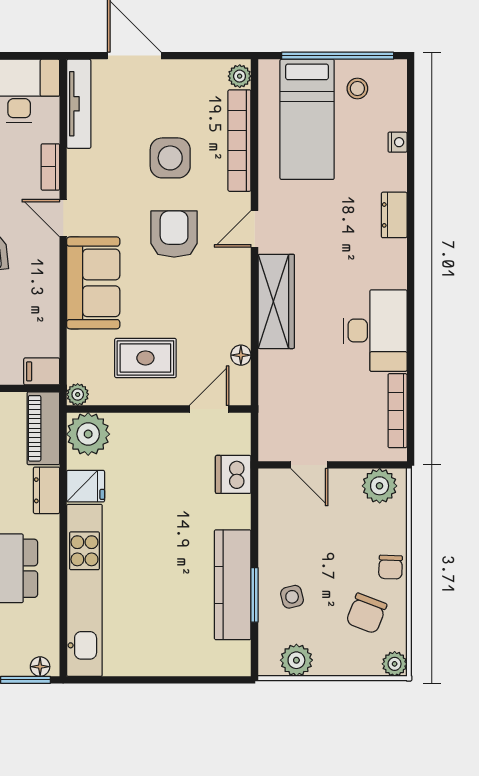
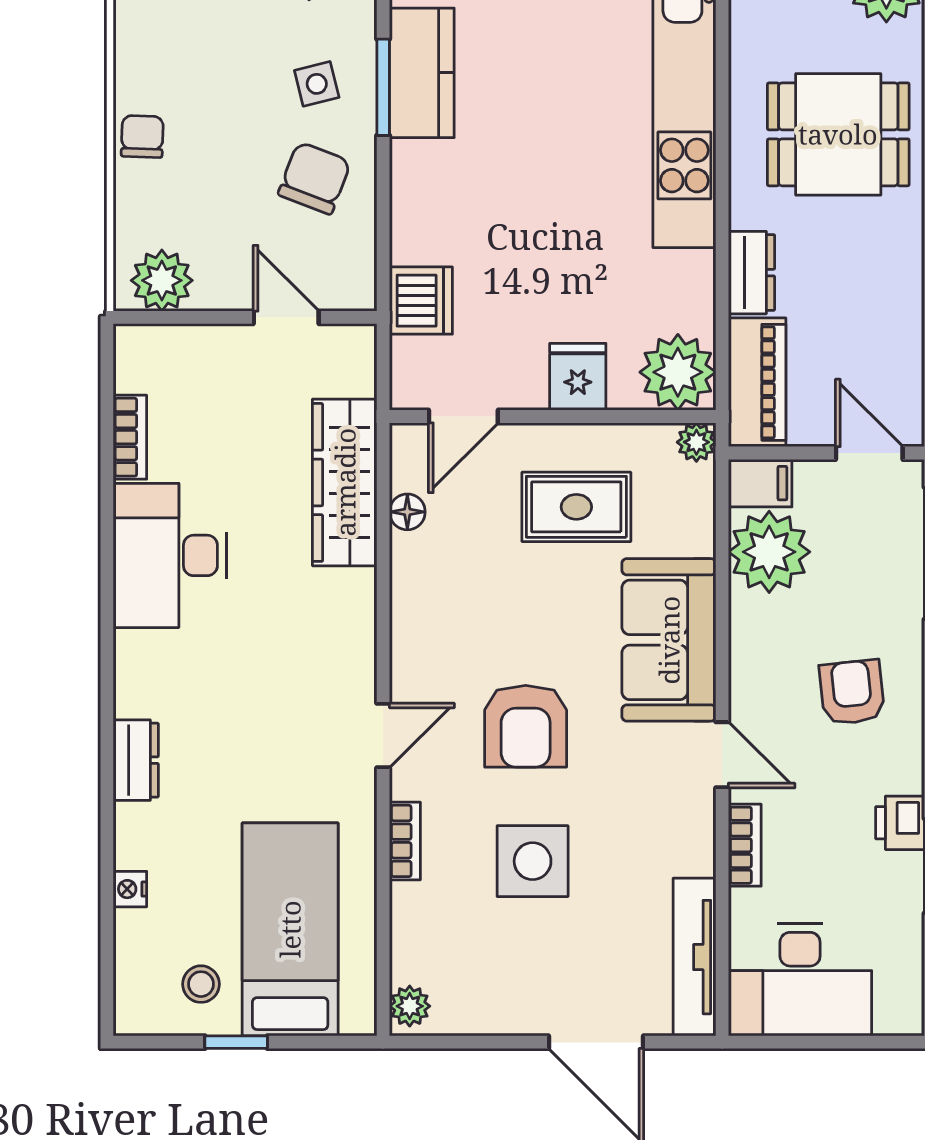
window: (338, 56) -> (236, 1042), width x0.32
bookcase: (239, 141) -> (405, 841), width x0.43, depth x0.76
wardrobe: (276, 301) -> (345, 482), moved
plant: (37, 333) -> (769, 552), added
bookcase: (398, 411) -> (130, 437), width x0.64
fridge: (86, 486) -> (578, 377), moved, turned 90
kitchen counter: (233, 585) -> (422, 73), width x0.67
chair: (366, 613) -> (315, 178), moved

